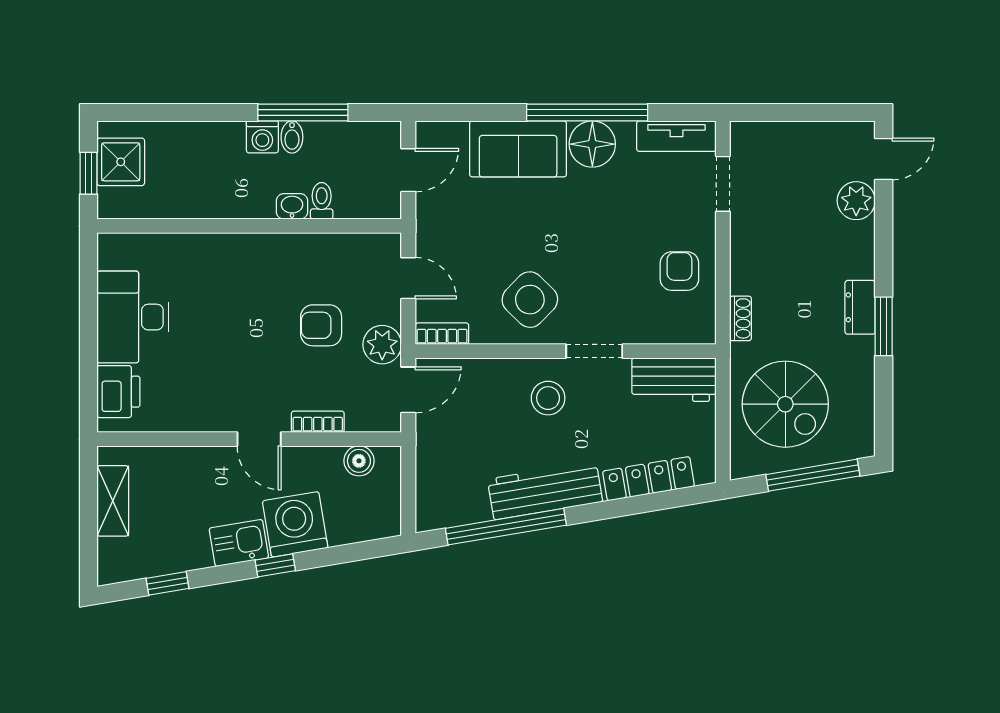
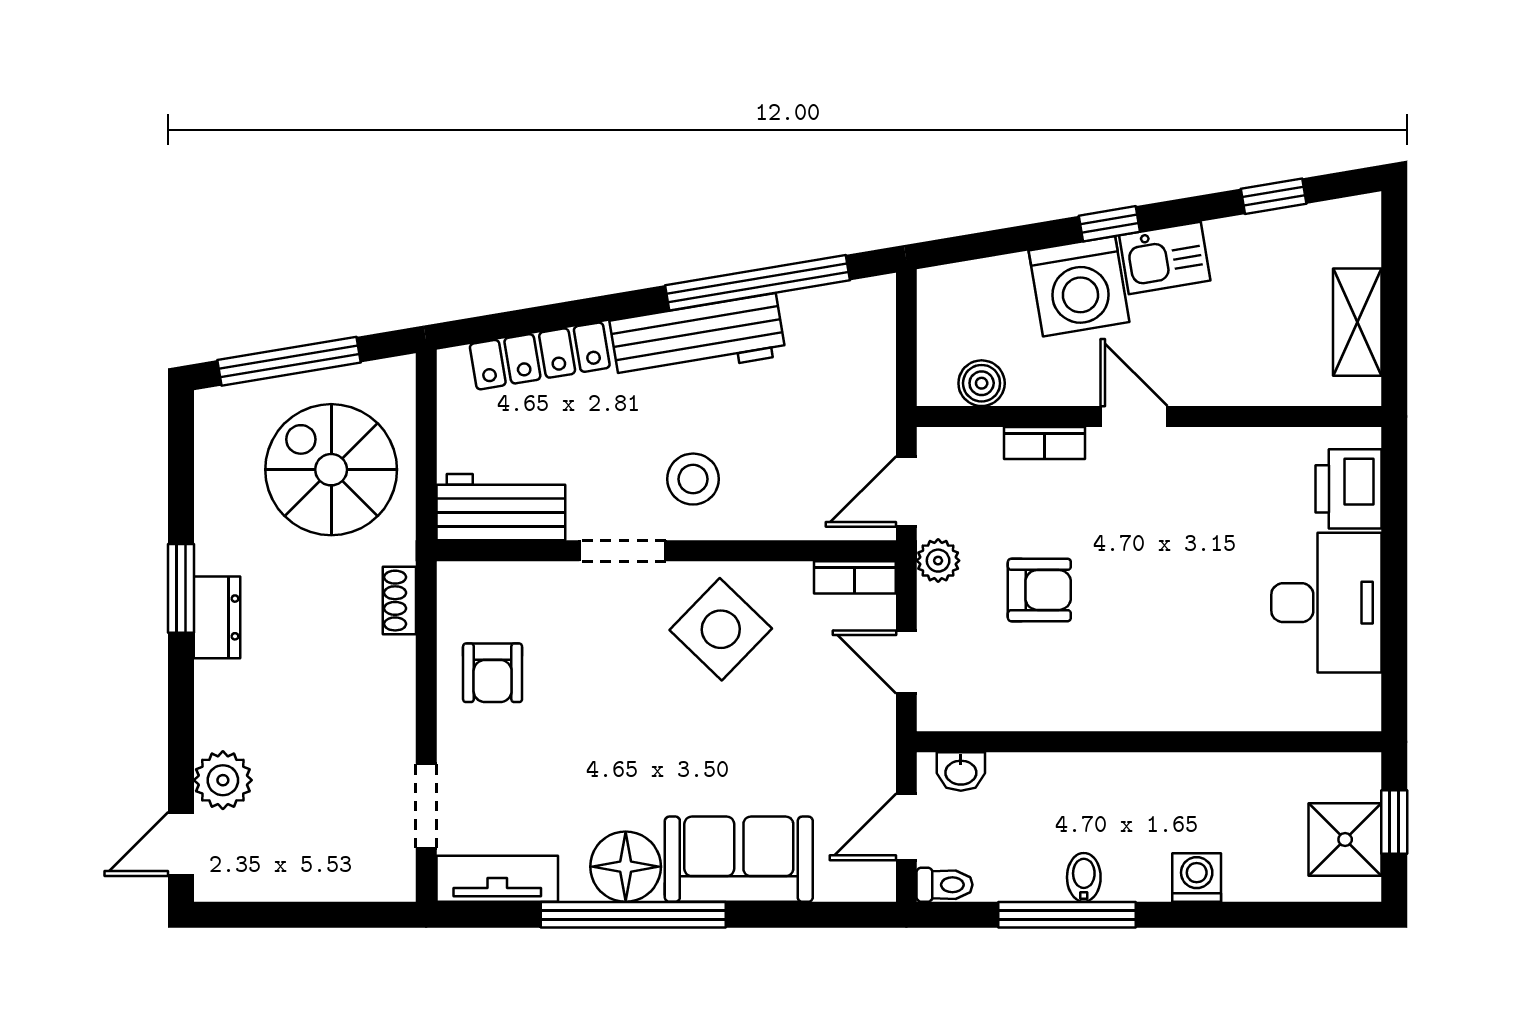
washing machine: (262, 137) -> (1197, 877), moved
toilet: (322, 201) -> (945, 885), moved, turned -90
washbasin: (292, 206) -> (961, 772), moved
plant: (382, 345) -> (938, 561), width x0.73, depth x0.73

